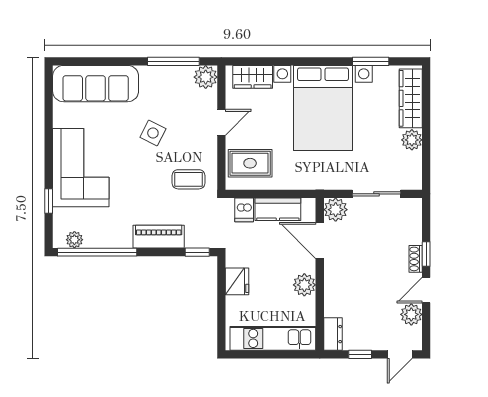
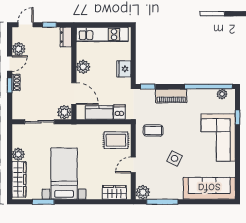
bed with nightstands: (323, 108) -> (64, 174), width x0.73

